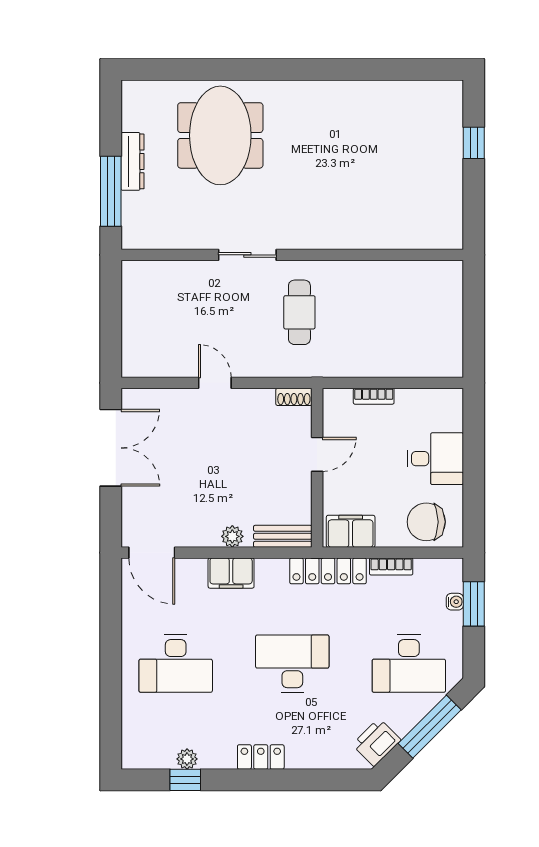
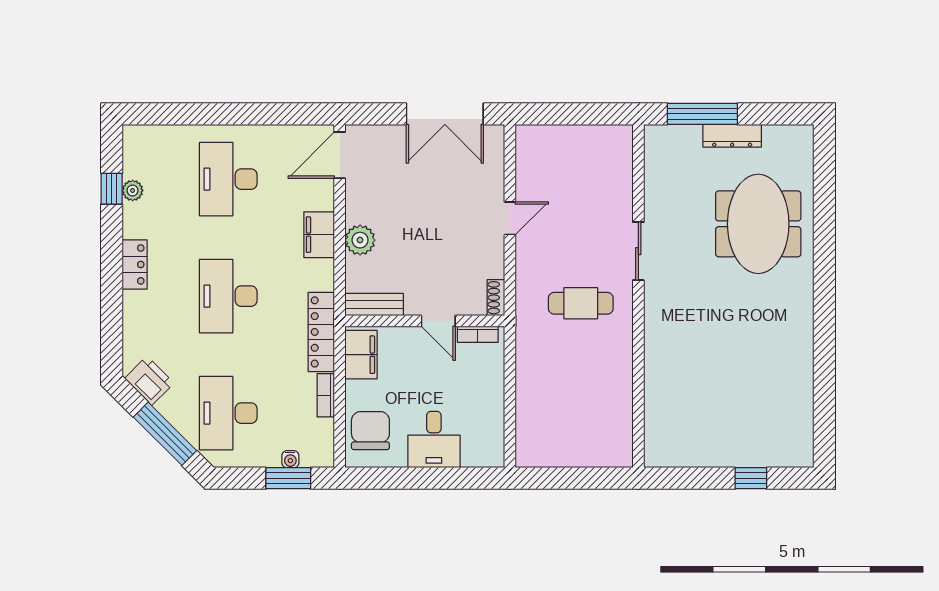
meeting table: (220, 135) -> (758, 224), turned 90
bookcase: (374, 396) -> (478, 334), moved, turned -90
plant: (232, 536) -> (360, 240), width x1.38, depth x1.38
bench: (283, 536) -> (374, 305), moved, turned 90
desk: (292, 664) -> (228, 296), turned 180

